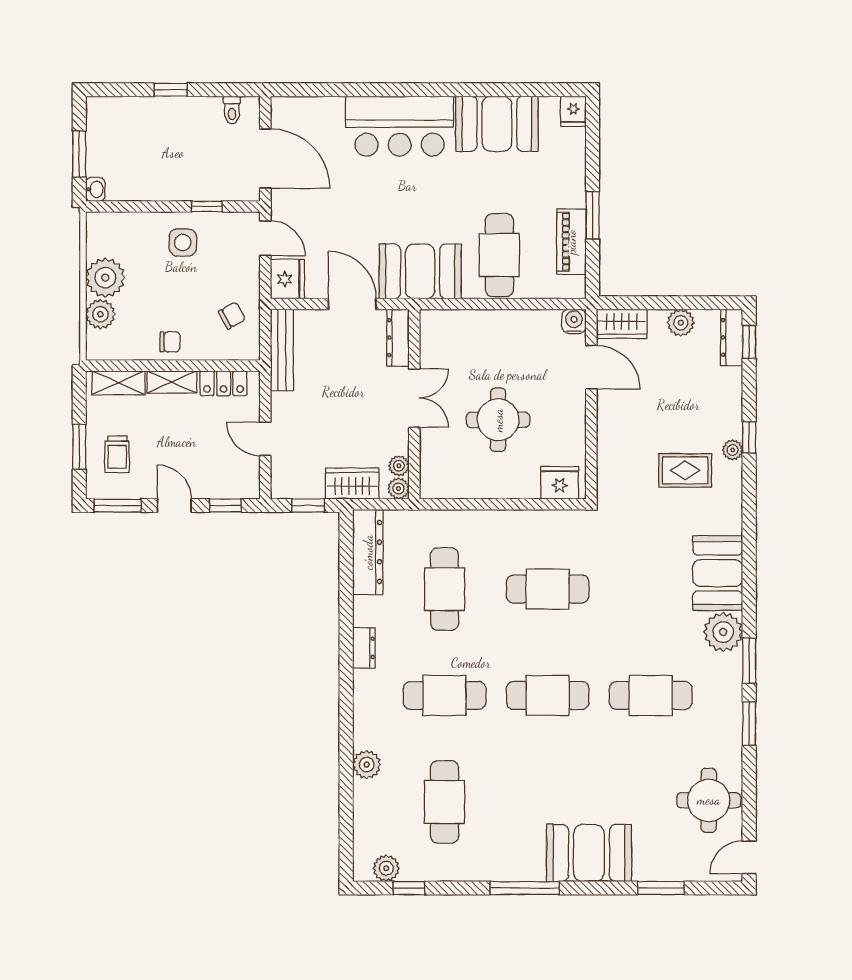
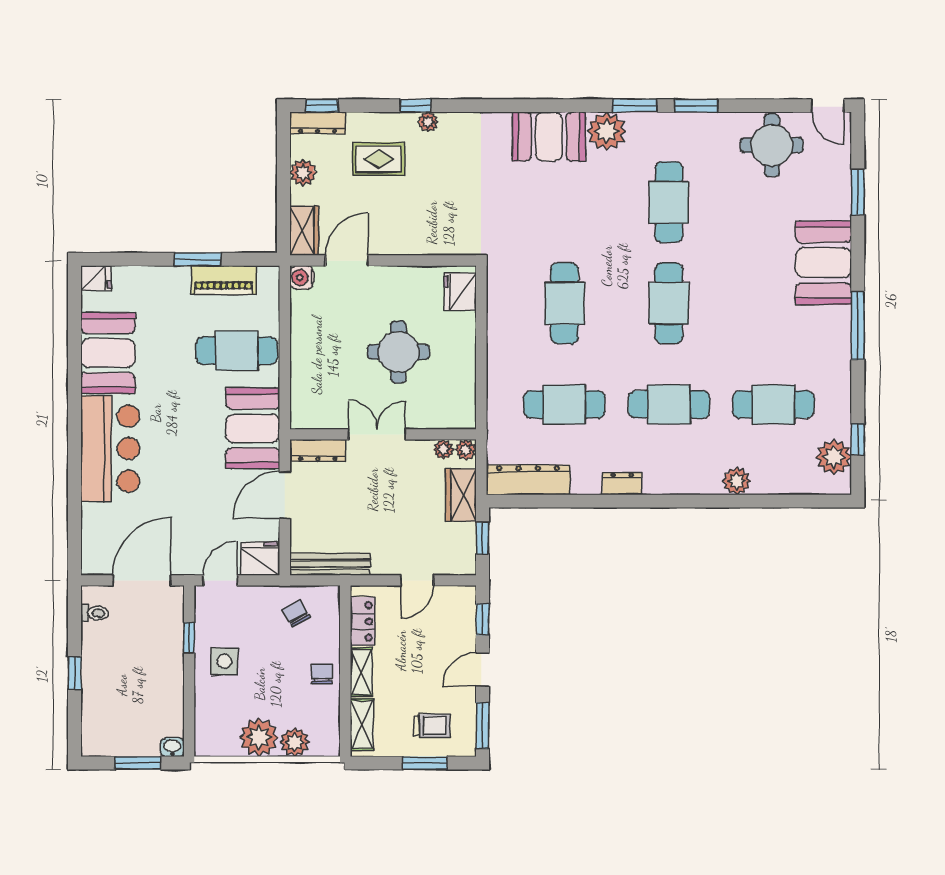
rug: (685, 470) -> (379, 159), moved, turned 90
cafe table: (445, 695) -> (669, 404), turned 90
plant: (386, 868) -> (834, 457), width x1.36, depth x1.36

